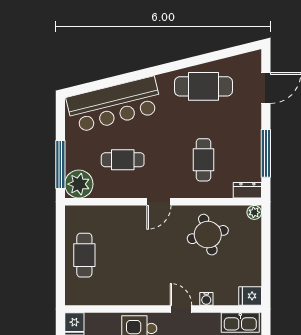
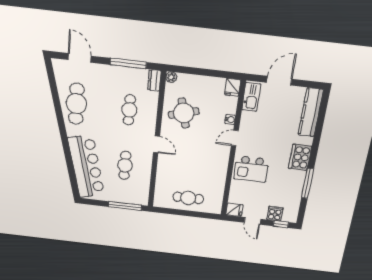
cafe table: (203, 160) -> (129, 110), turned 90
plant: (79, 184) -> (139, 196), removed

